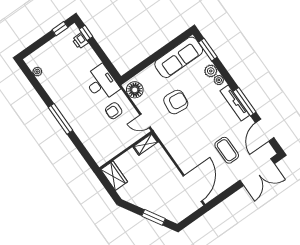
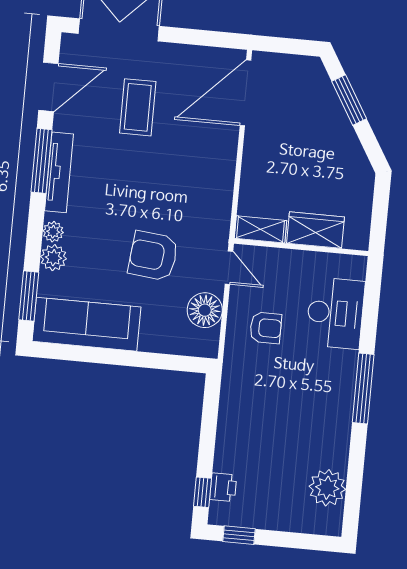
plant: (37, 72) -> (327, 488), width x1.87, depth x1.87
desk: (101, 83) -> (335, 313), moved, turned 180
floor lamp: (135, 90) -> (205, 310), moved
wardrobe: (114, 176) -> (315, 230), moved, turned 90

